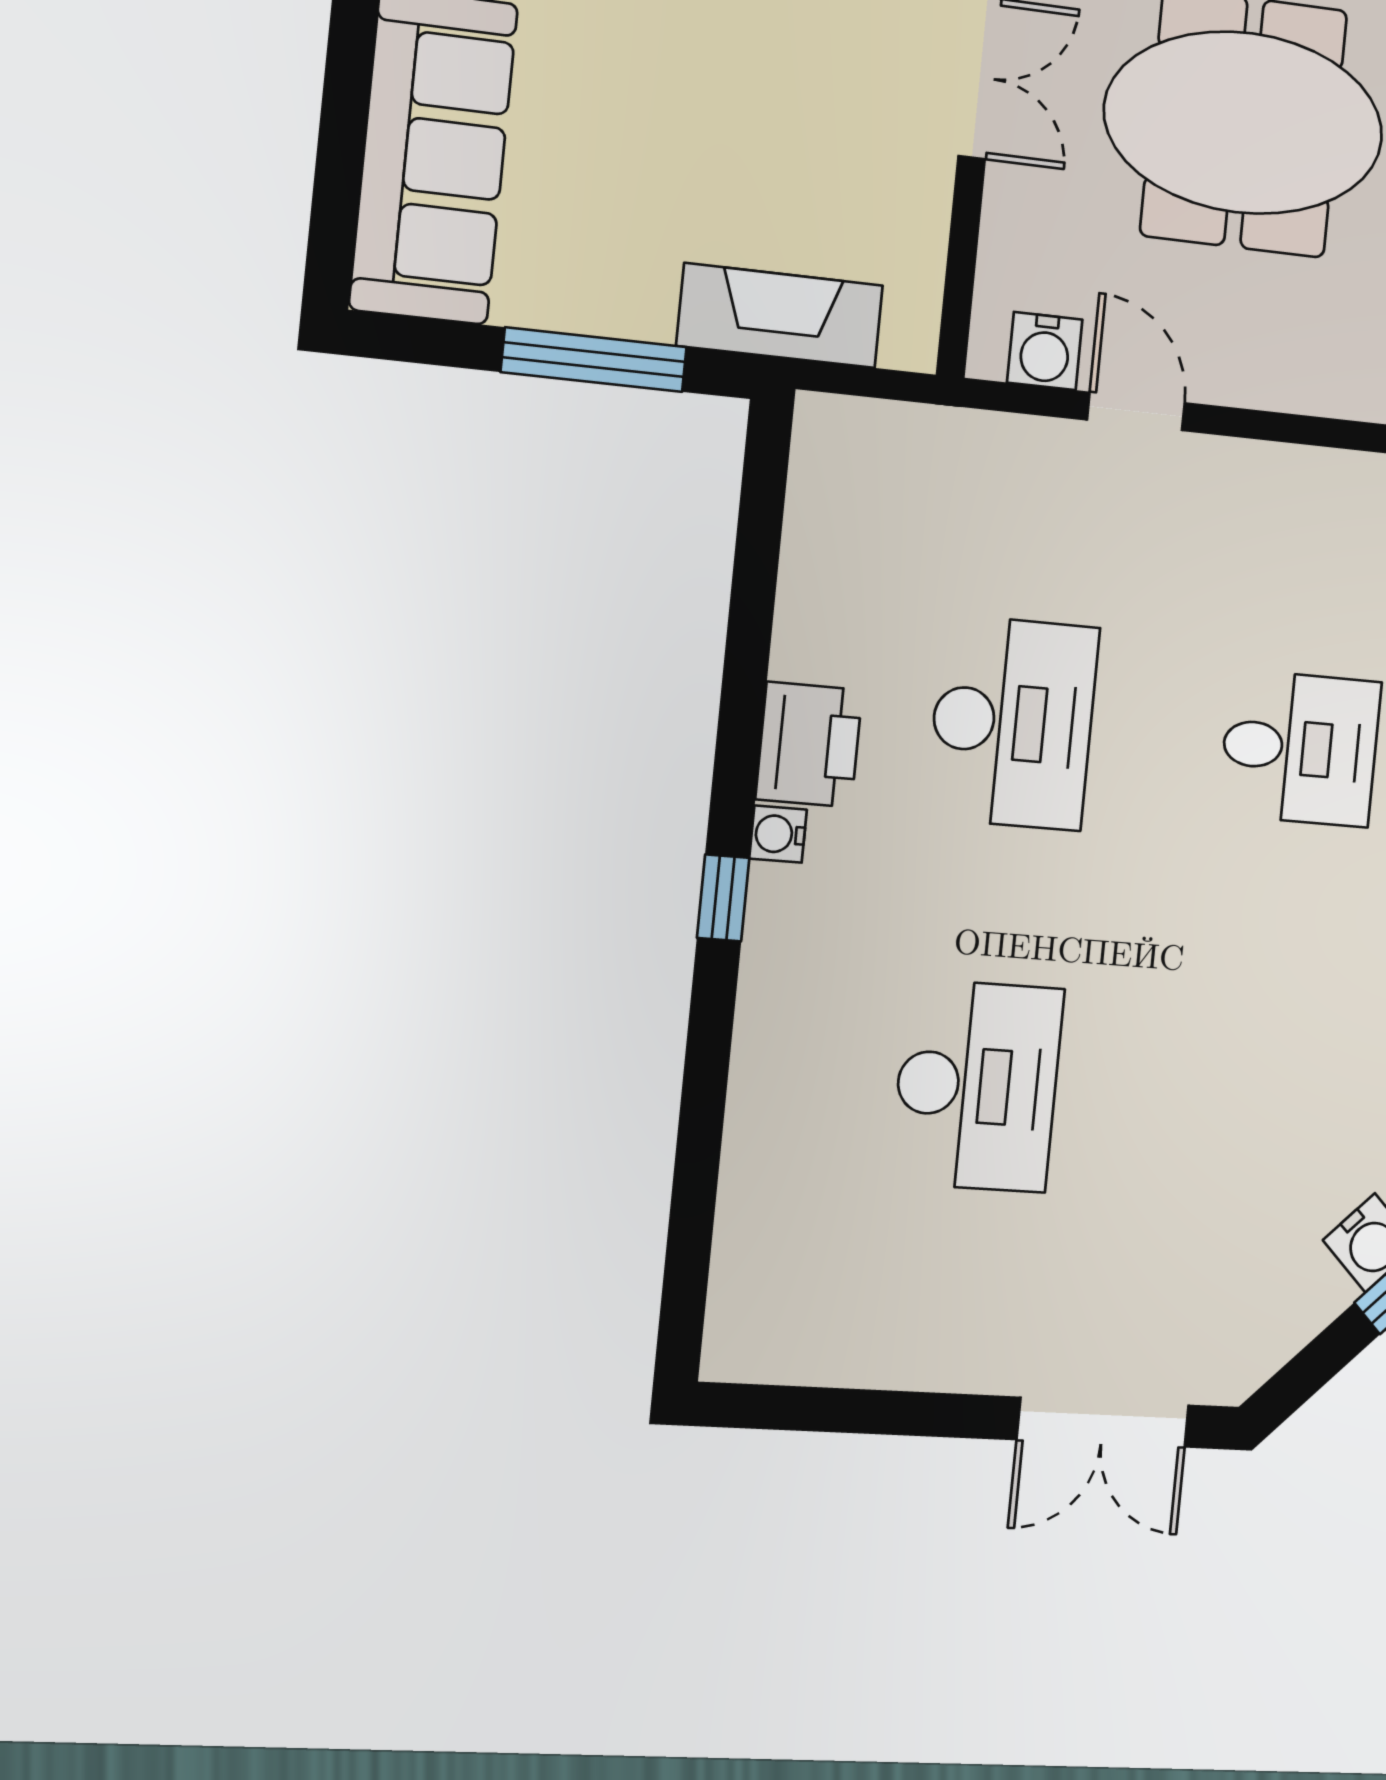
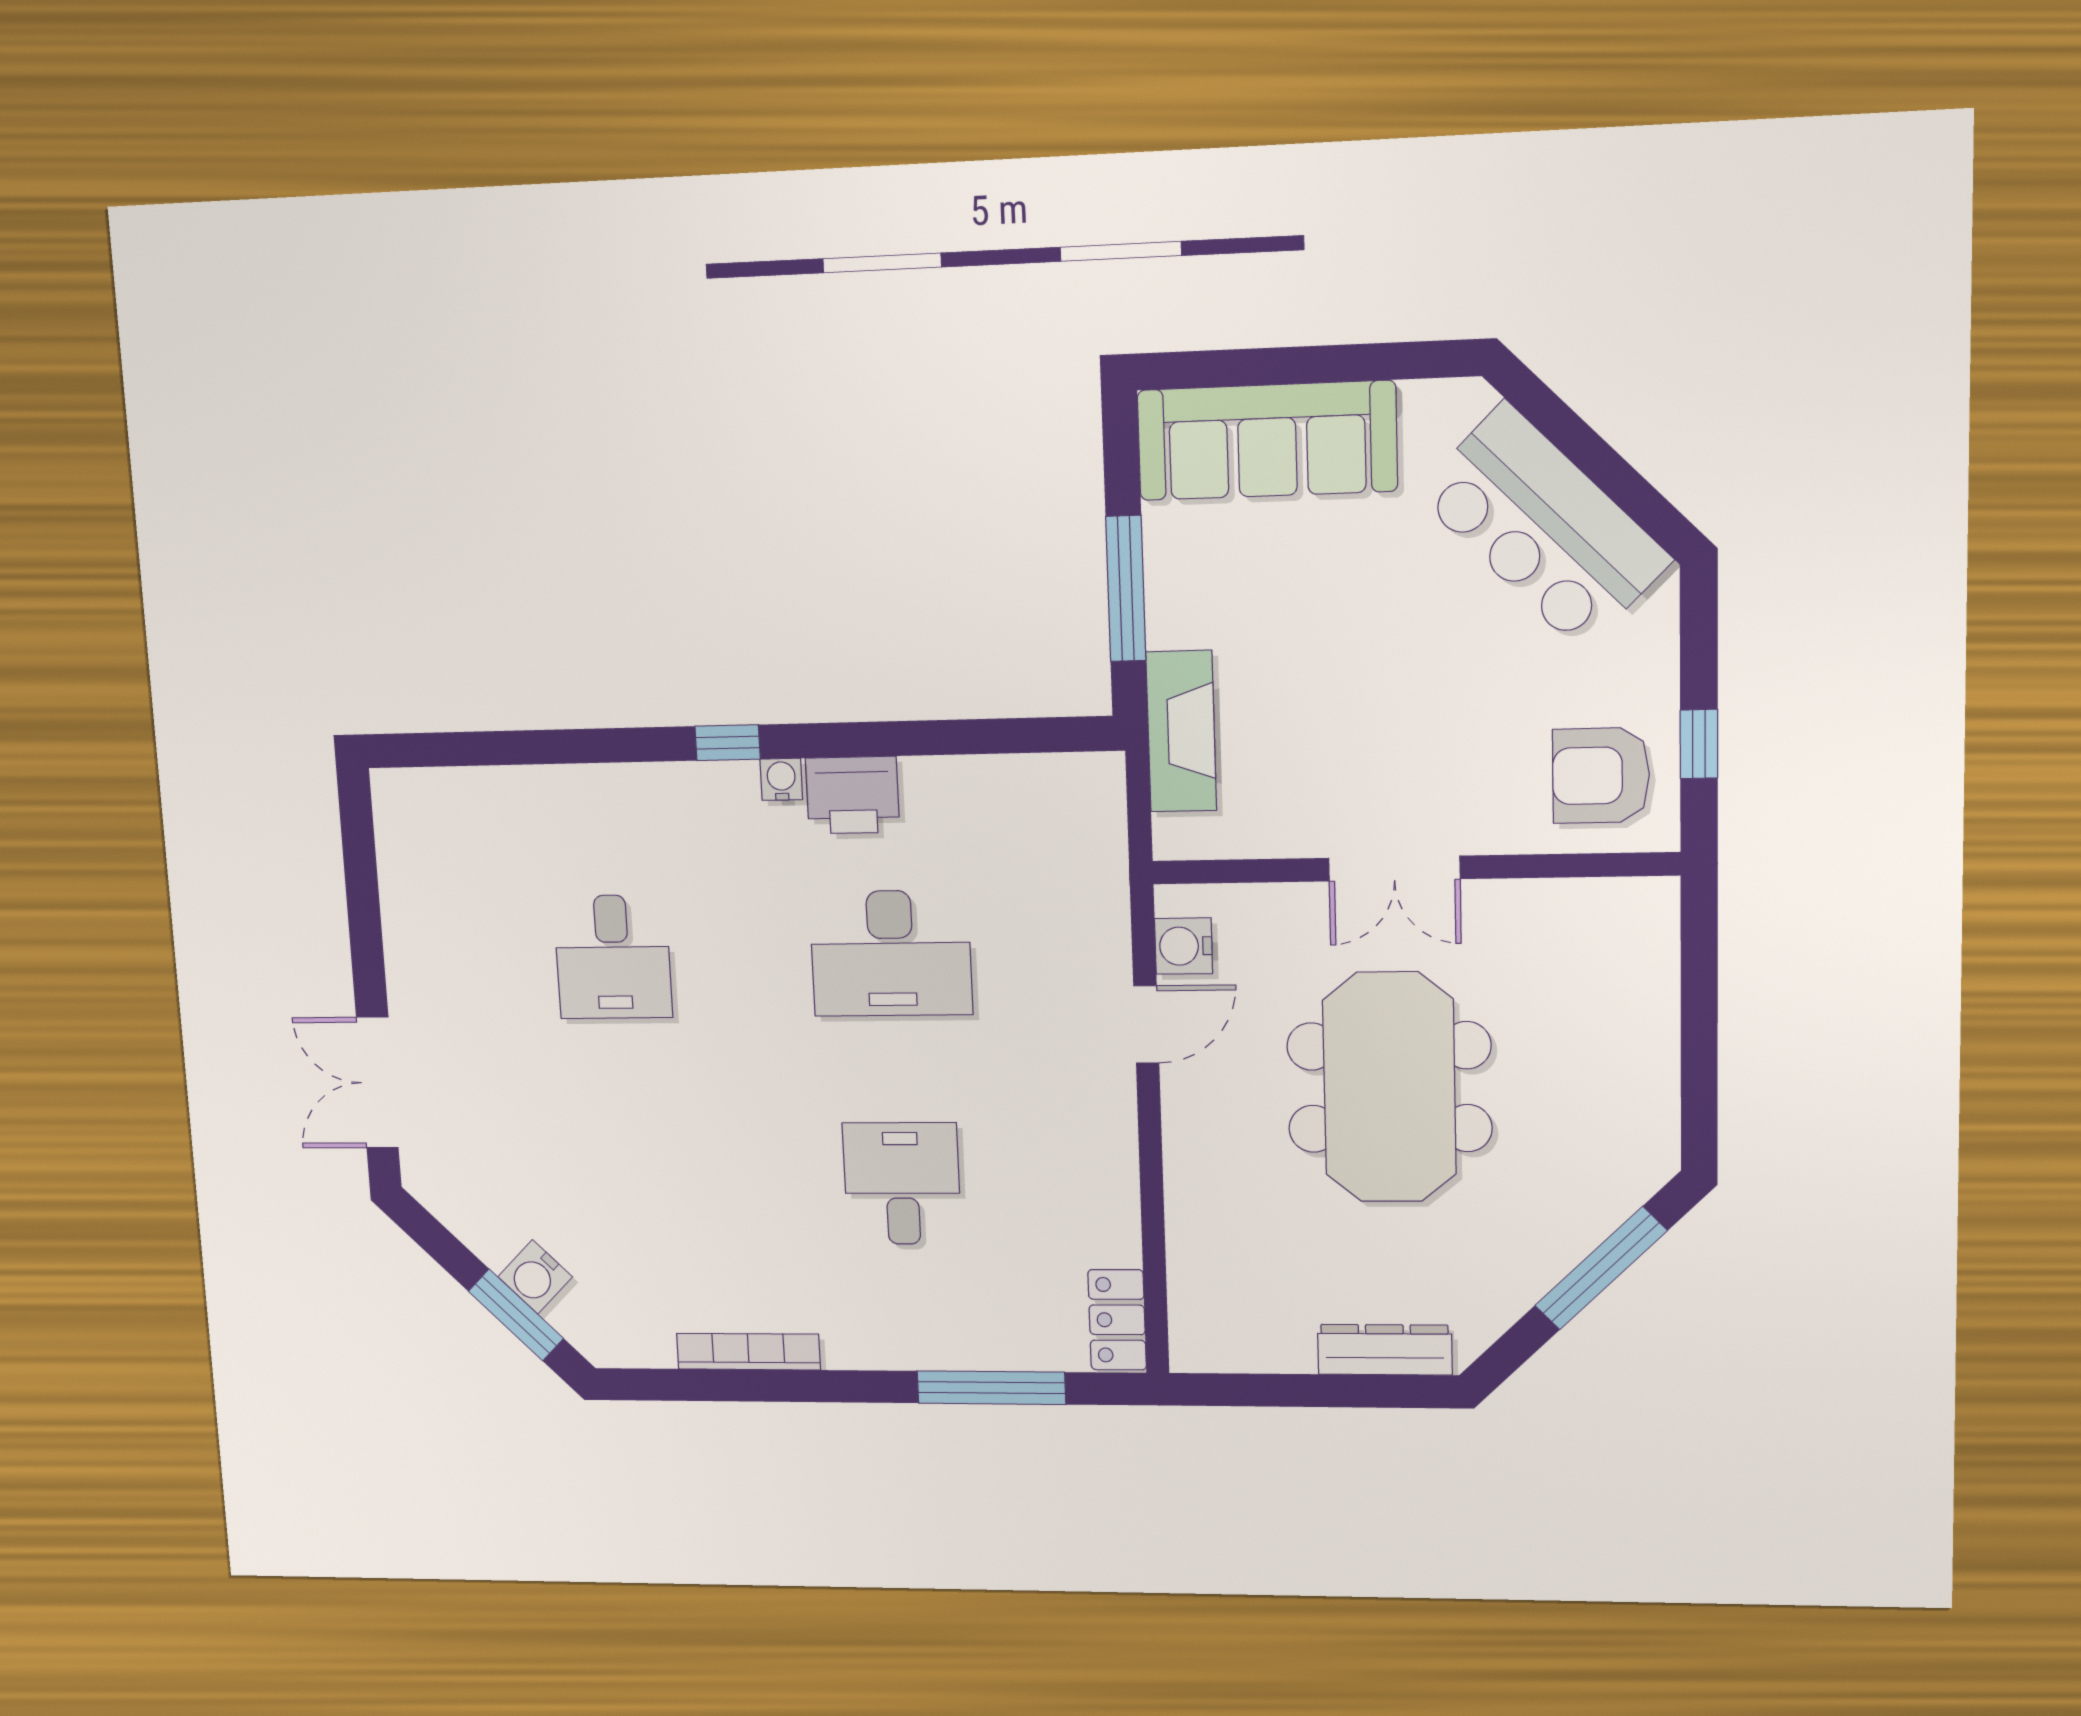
desk: (1300, 748) -> (902, 1184), turned 180
desk: (977, 1086) -> (613, 957), width x0.73

